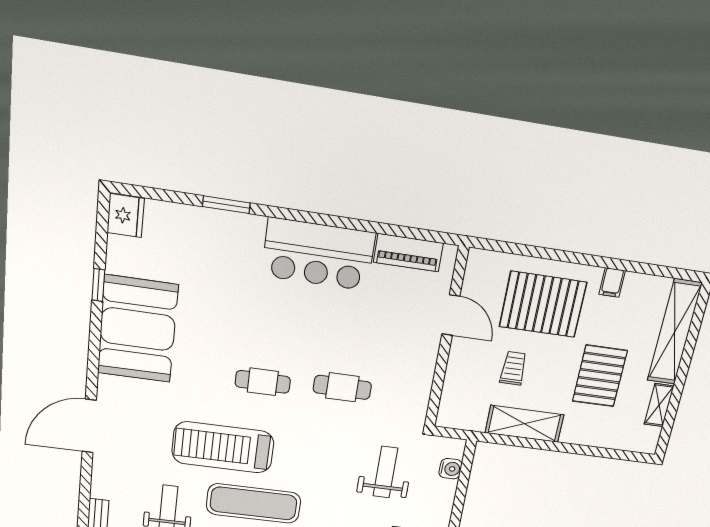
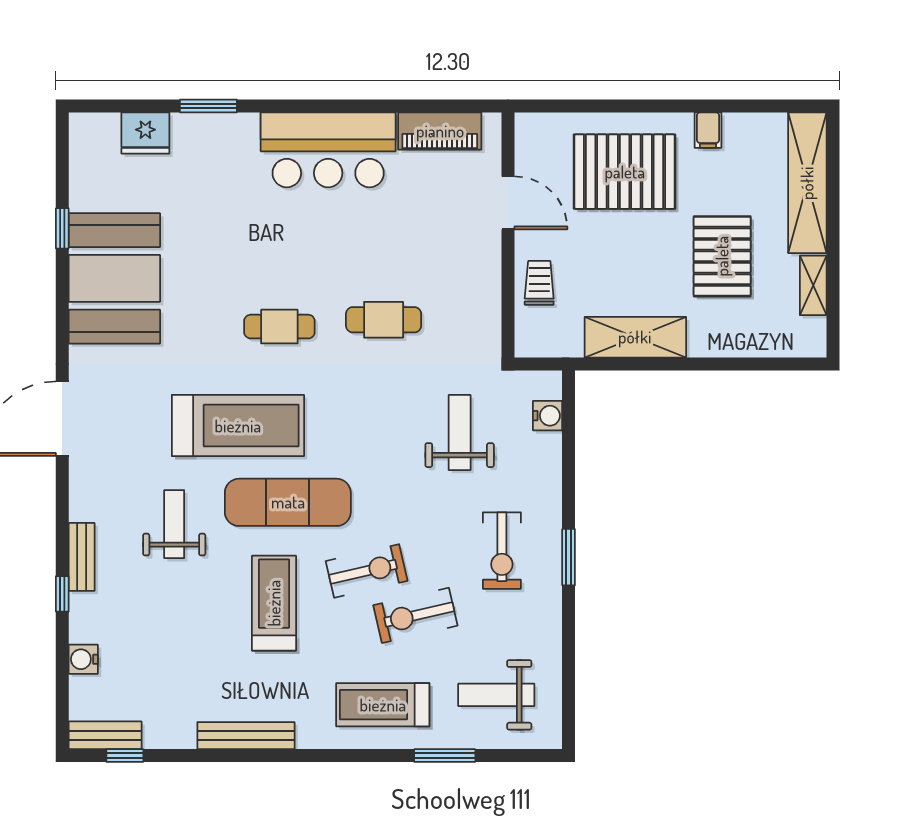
fridge: (126, 216) -> (145, 133), moved, turned 90
trolley: (513, 368) -> (539, 283), moved
treadmill: (223, 447) -> (238, 426), turned 180

